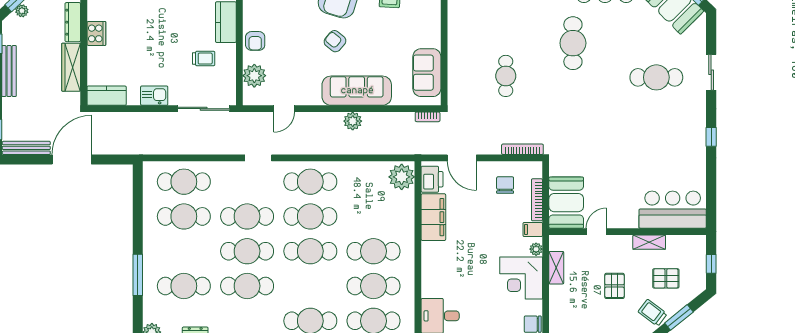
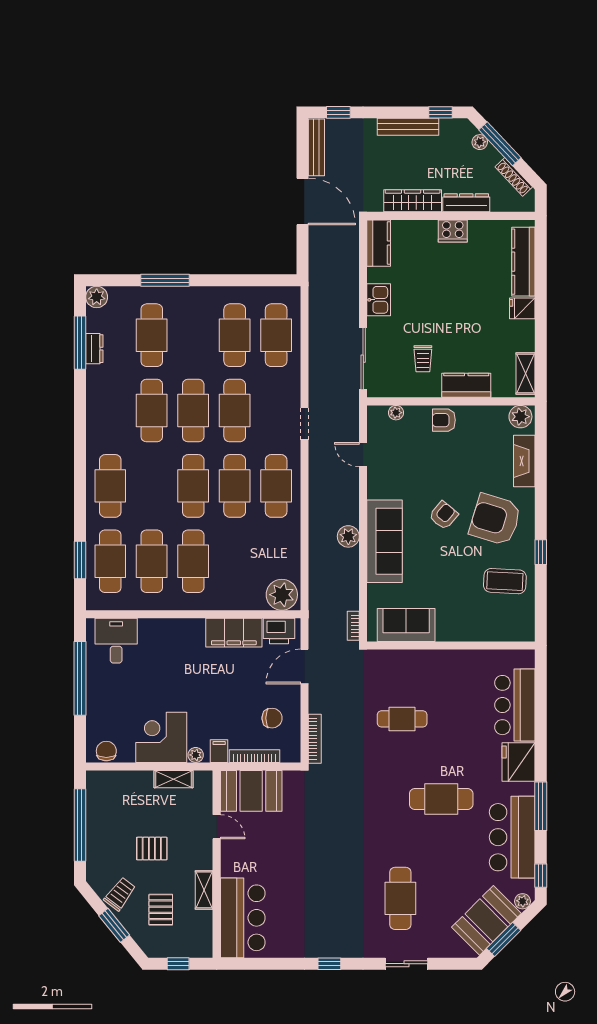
plant: (254, 76) -> (396, 413), width x0.53, depth x0.53

